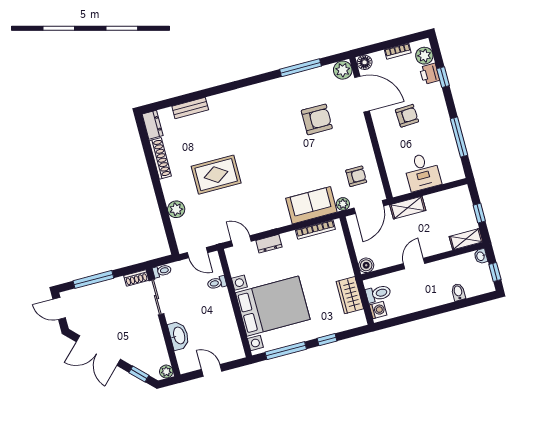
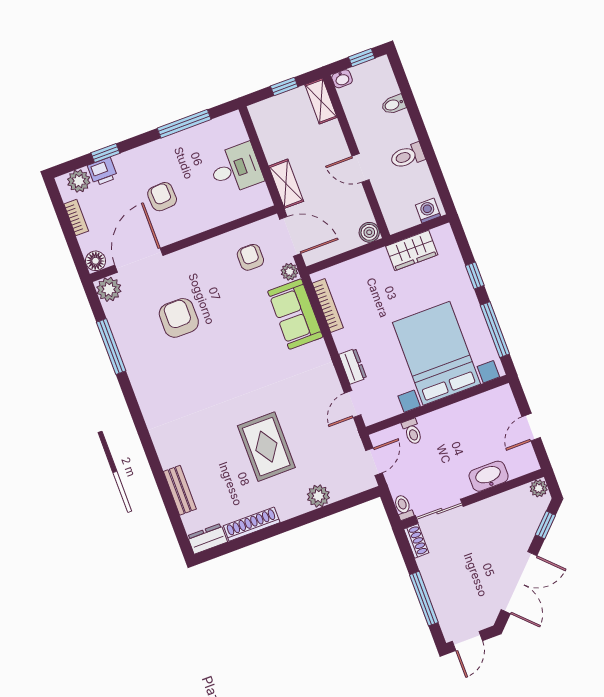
toilet: (378, 294) -> (407, 156), moved, turned -90

